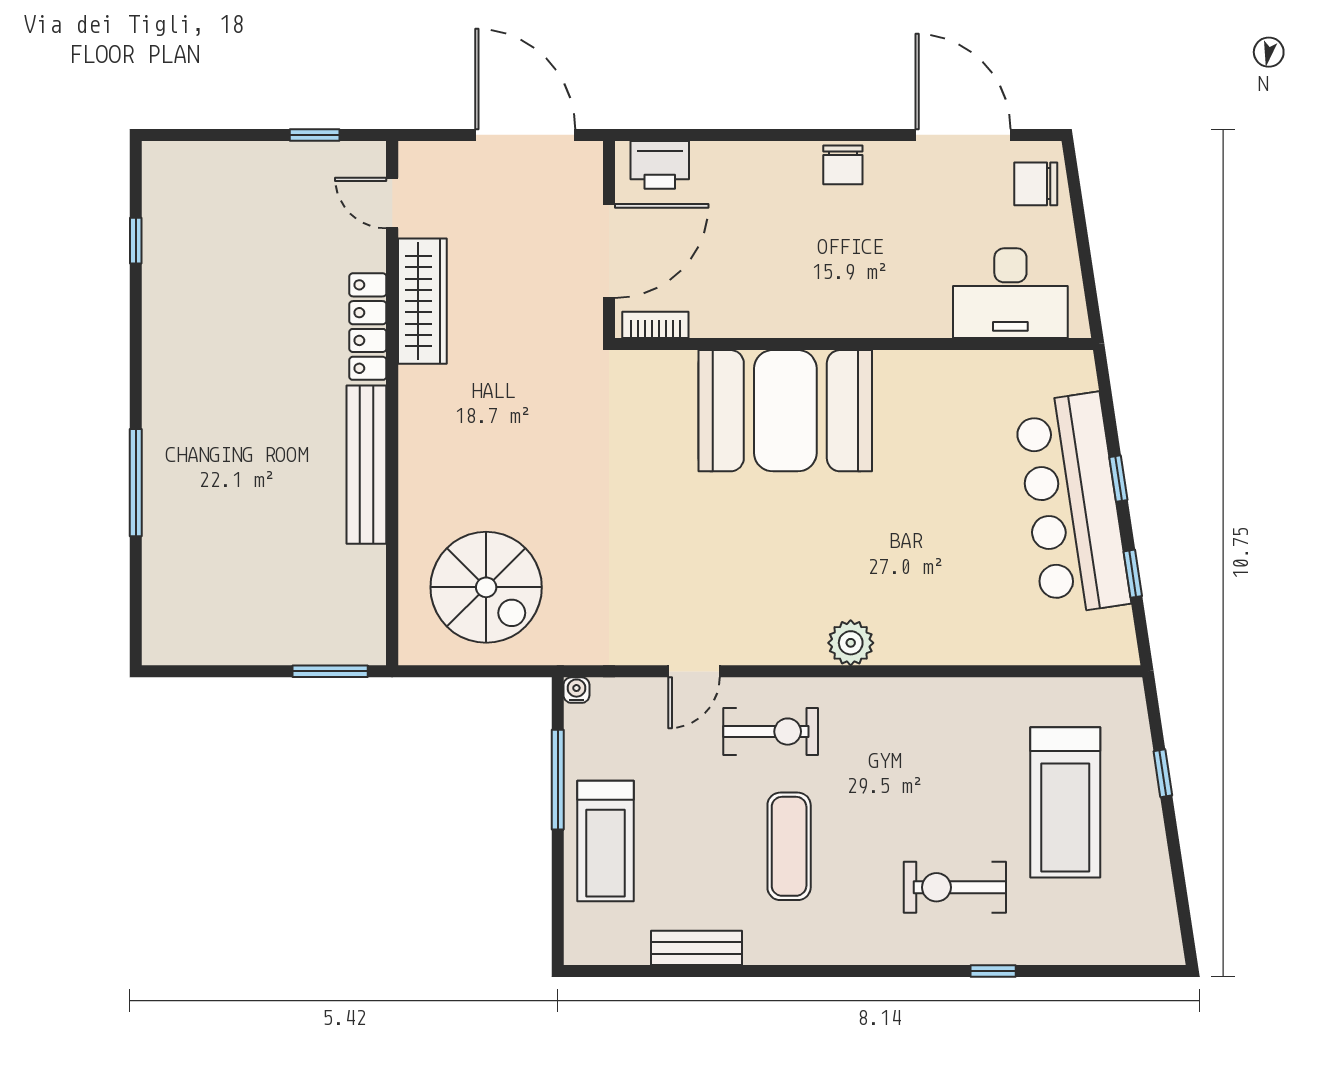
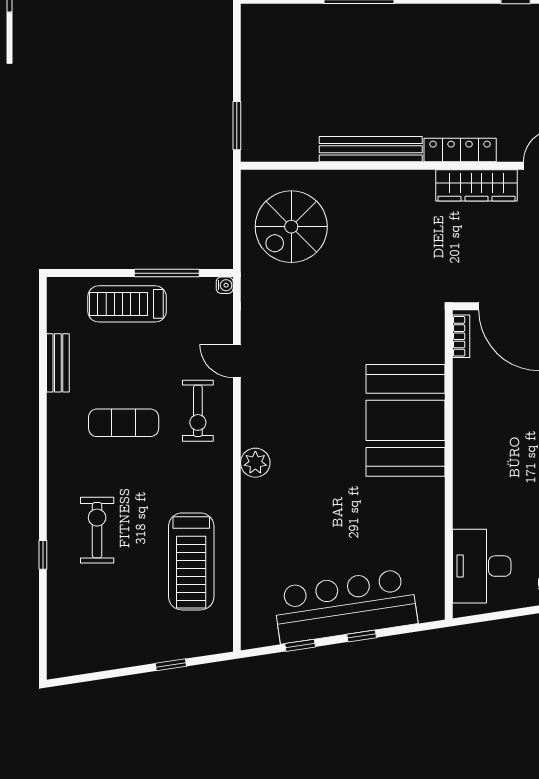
treadmill: (1065, 802) -> (191, 561), moved, turned -90

